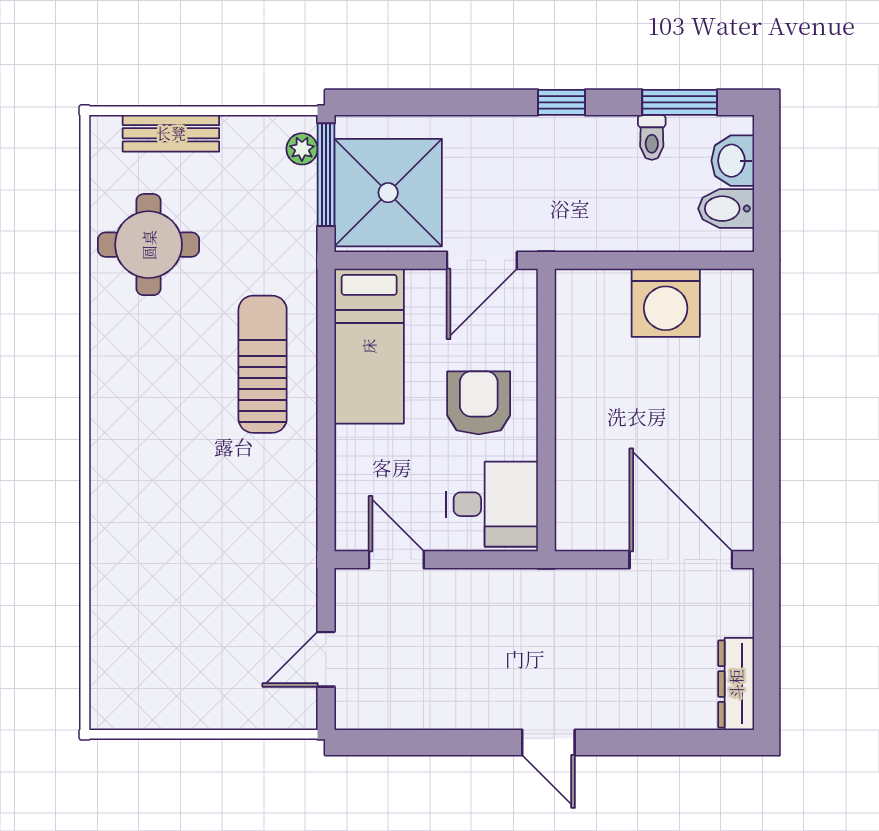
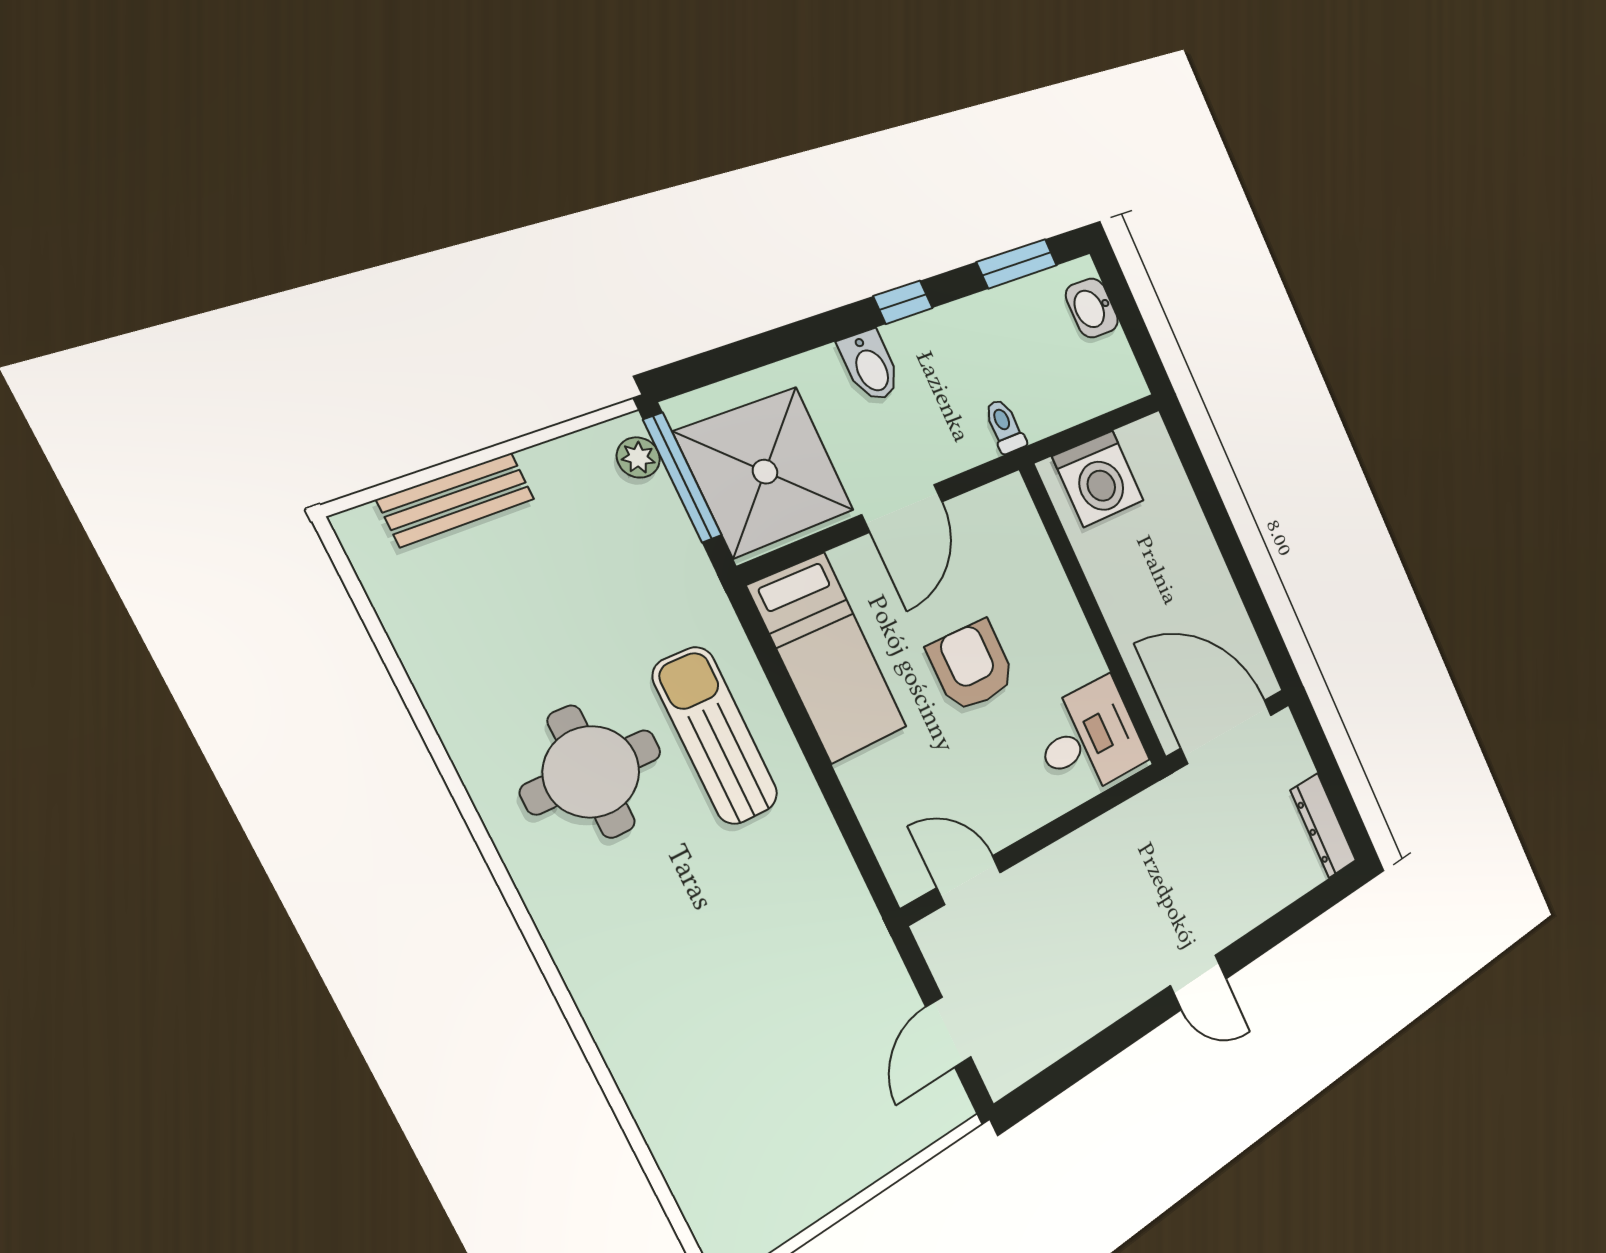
toilet: (652, 137) -> (1005, 426), moved, turned 180
bidet: (726, 209) -> (870, 366), moved, turned -90
round table: (149, 245) -> (591, 772), moved
wall: (546, 410) -> (1094, 615), moved
desk: (492, 504) -> (1089, 738), moved

